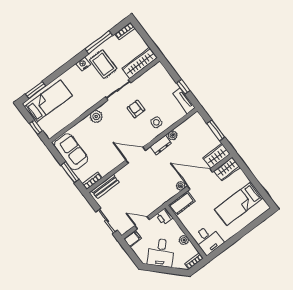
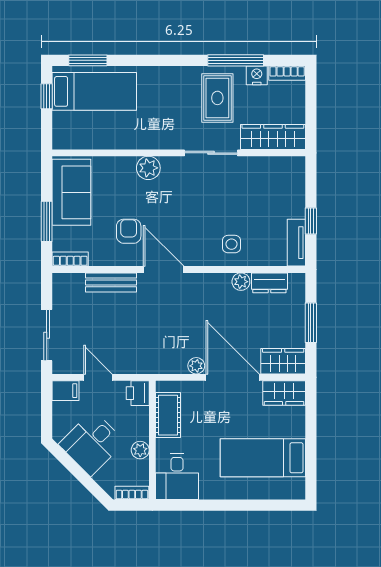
nightstand: (83, 64) -> (257, 75), moved
armchair: (136, 109) -> (129, 231), moved
window: (36, 127) -> (47, 96), moved
dresser: (161, 145) -> (269, 283), moved
bench: (105, 187) -> (111, 282), moved
cot: (182, 203) -> (168, 415), moved, turned 90

